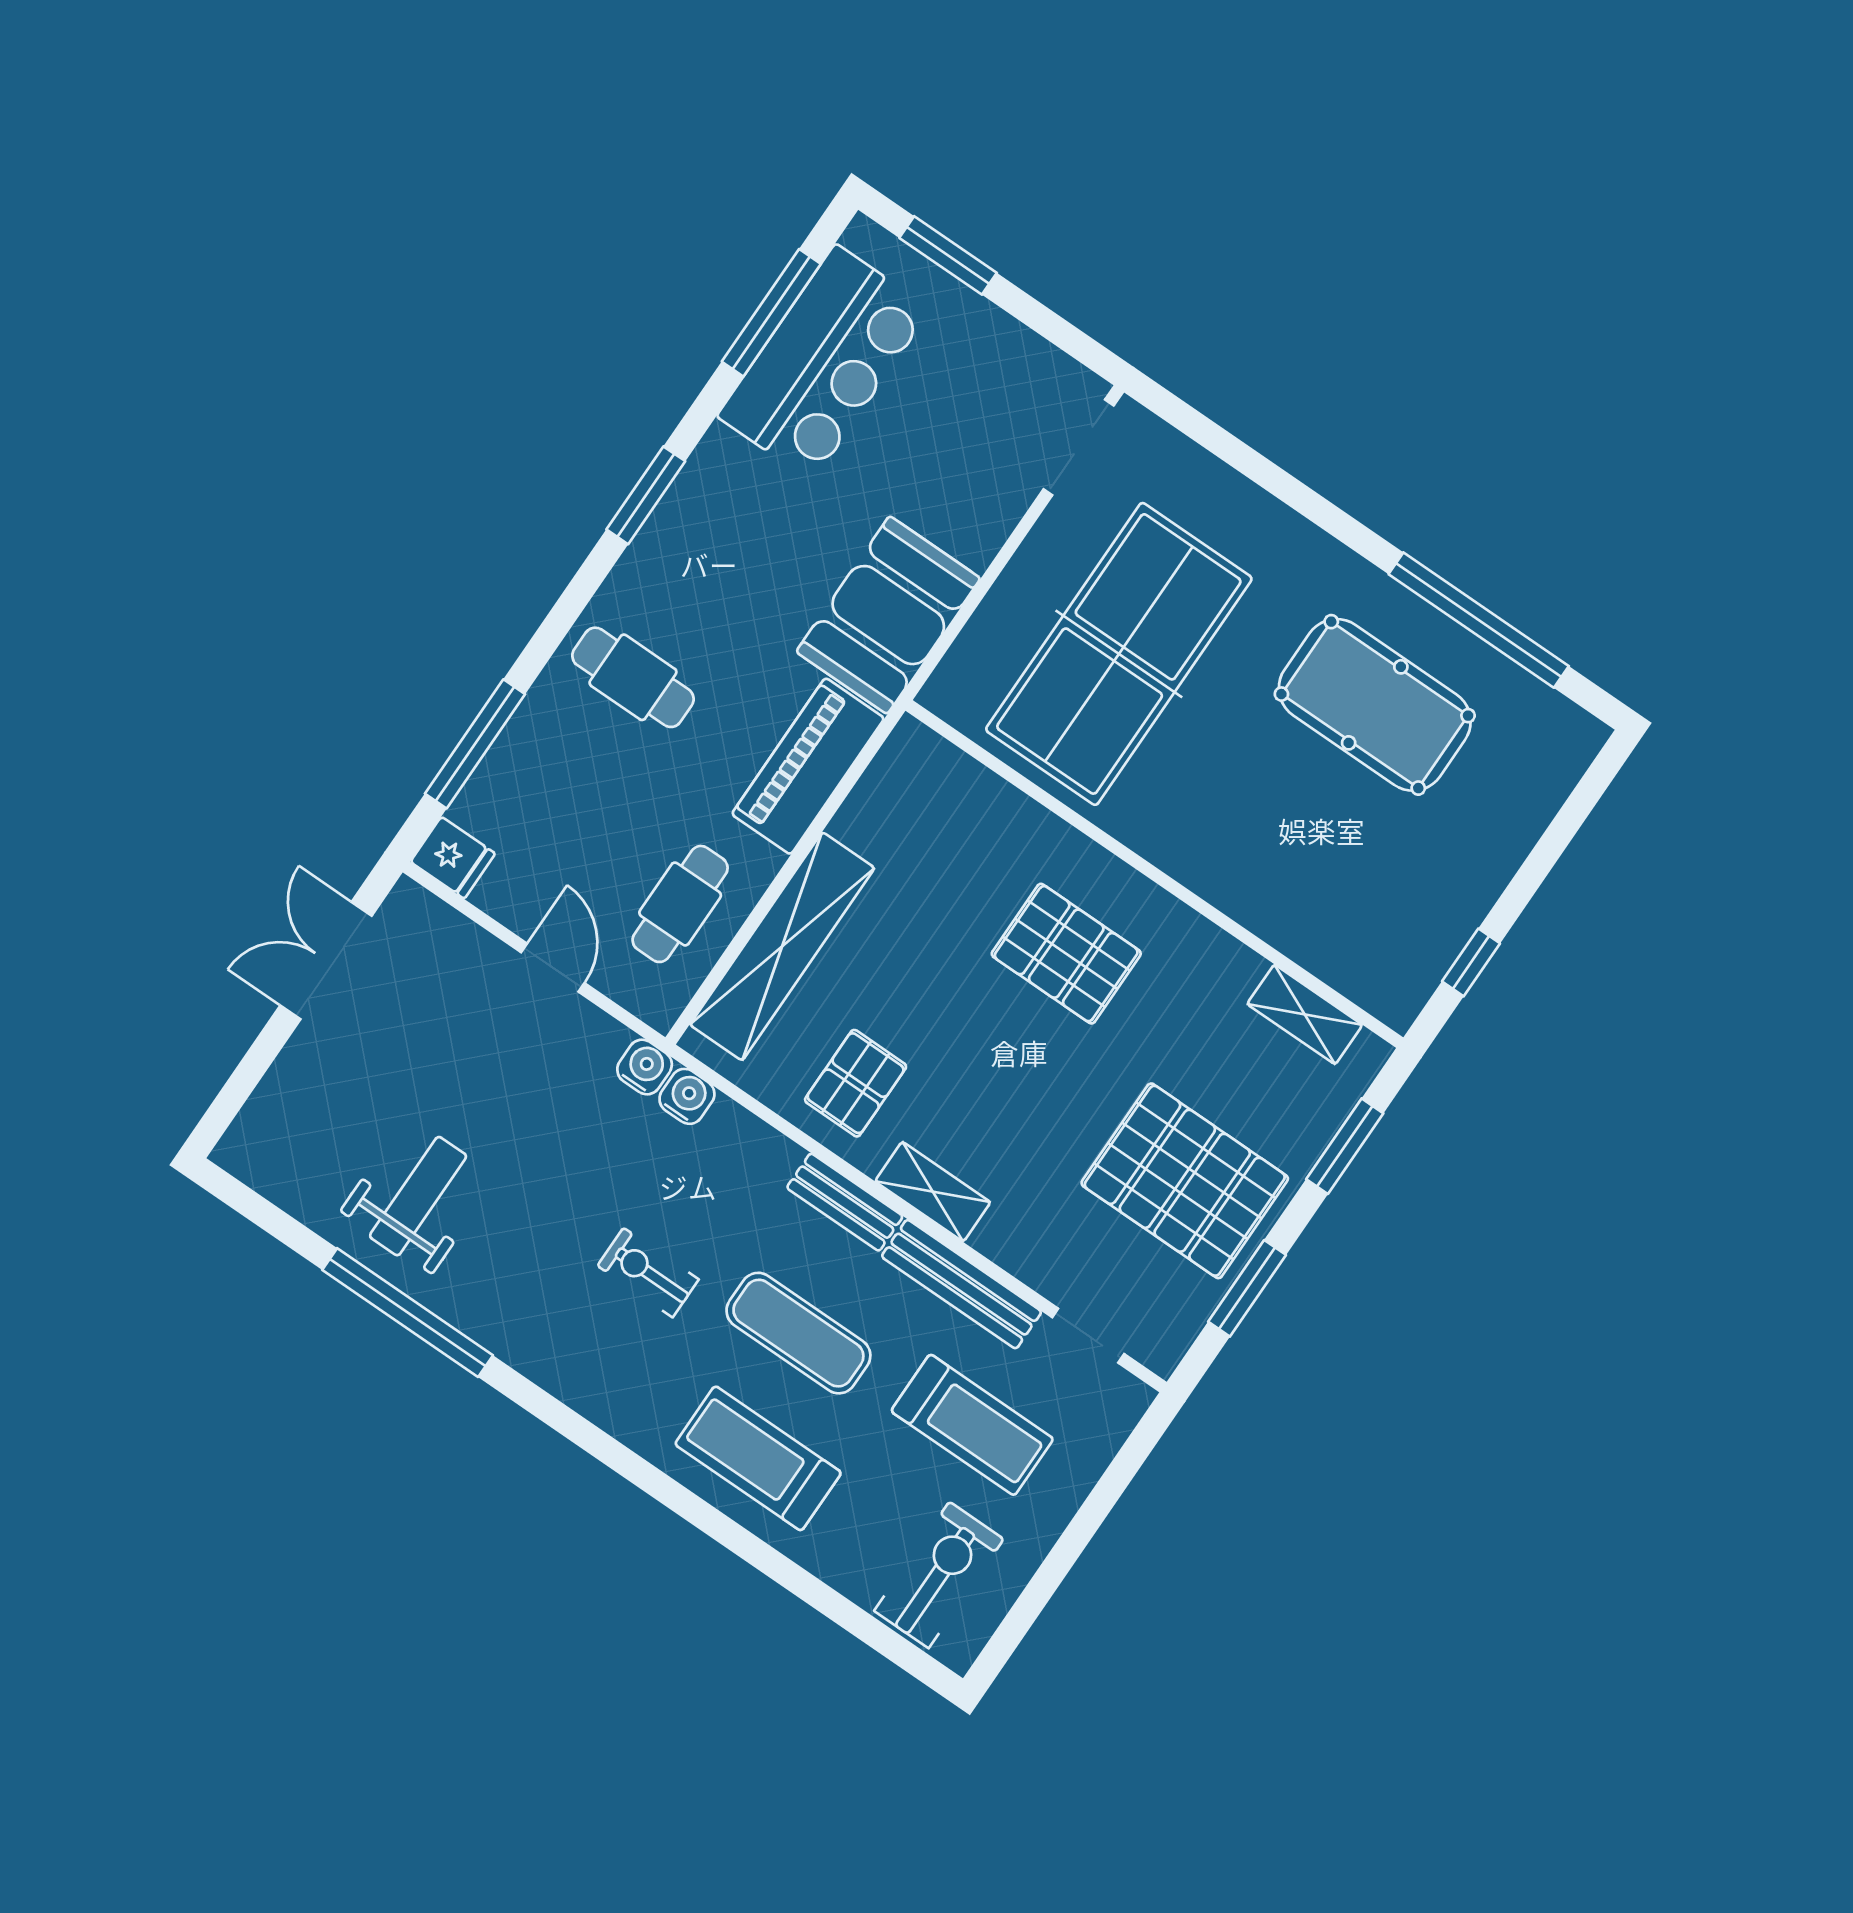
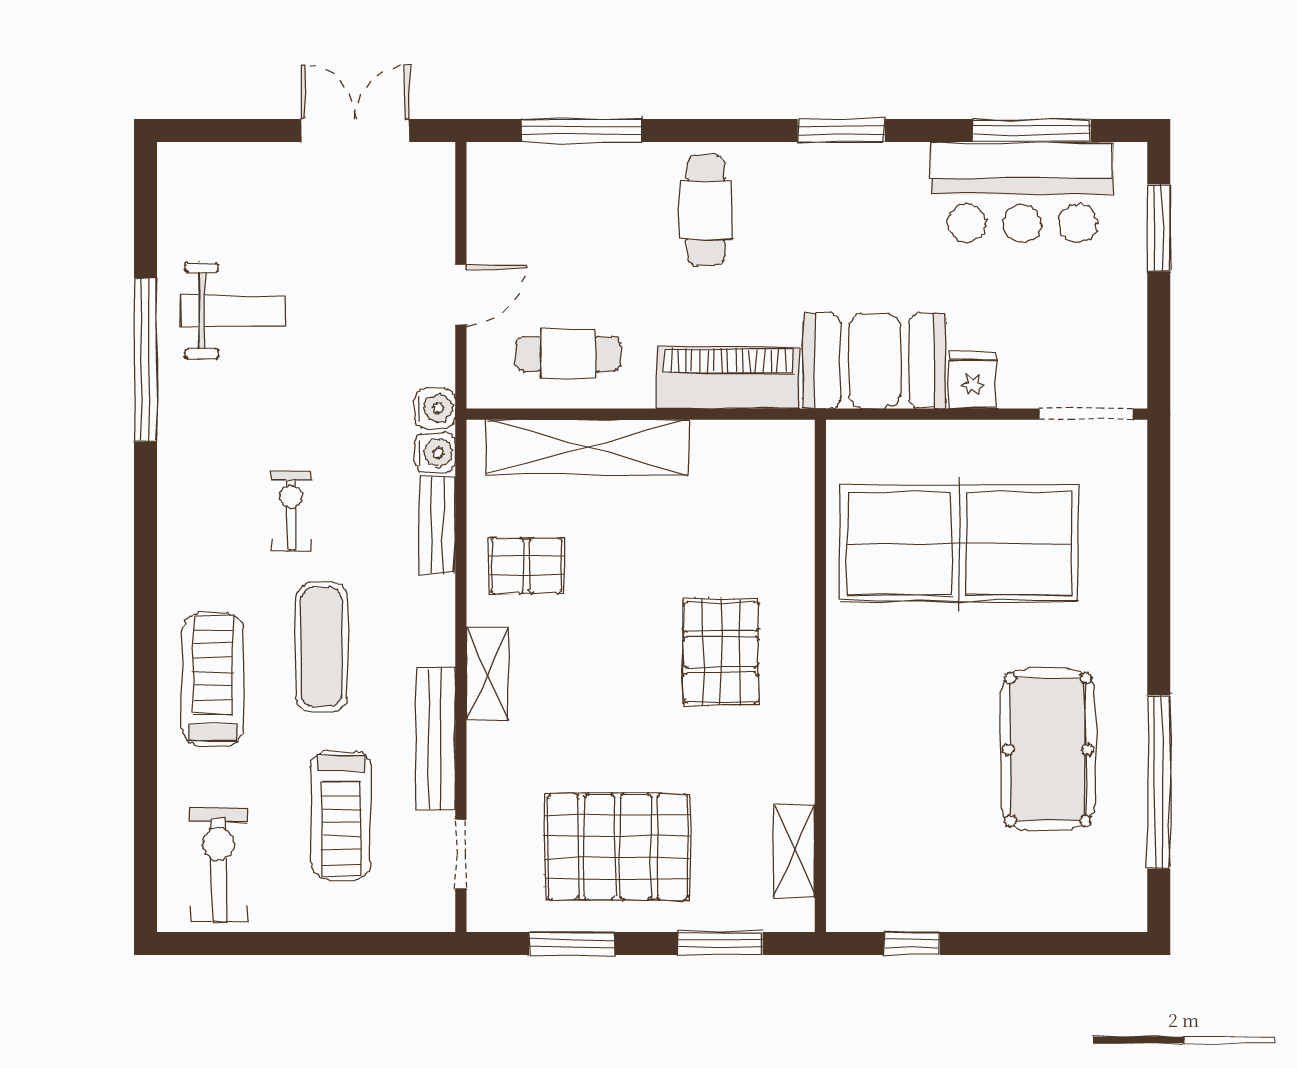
fridge: (453, 858) -> (973, 380), moved, turned 180
pallet: (1185, 1181) -> (618, 847), turned 90
bench: (845, 1202) -> (437, 525), moved
exercise bike: (939, 1575) -> (218, 865), turned -90

